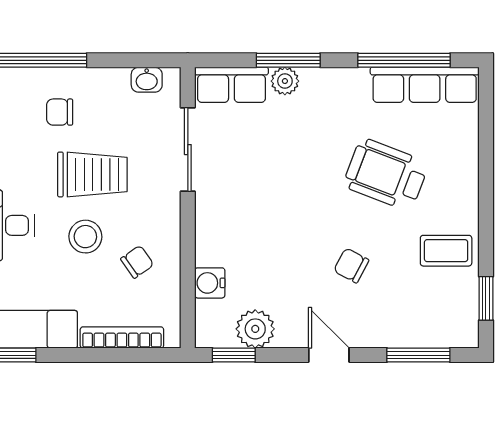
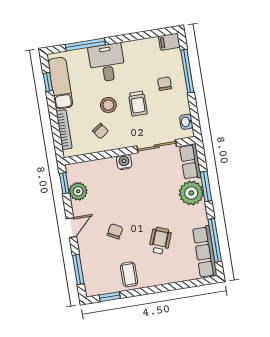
plant: (285, 81) -> (191, 193), width x1.87, depth x1.87
trolley: (92, 174) -> (138, 104), width x0.73, depth x0.72
wheelchair: (386, 174) -> (160, 241), width x0.73, depth x0.73
water cooler: (210, 283) -> (124, 162), moved

